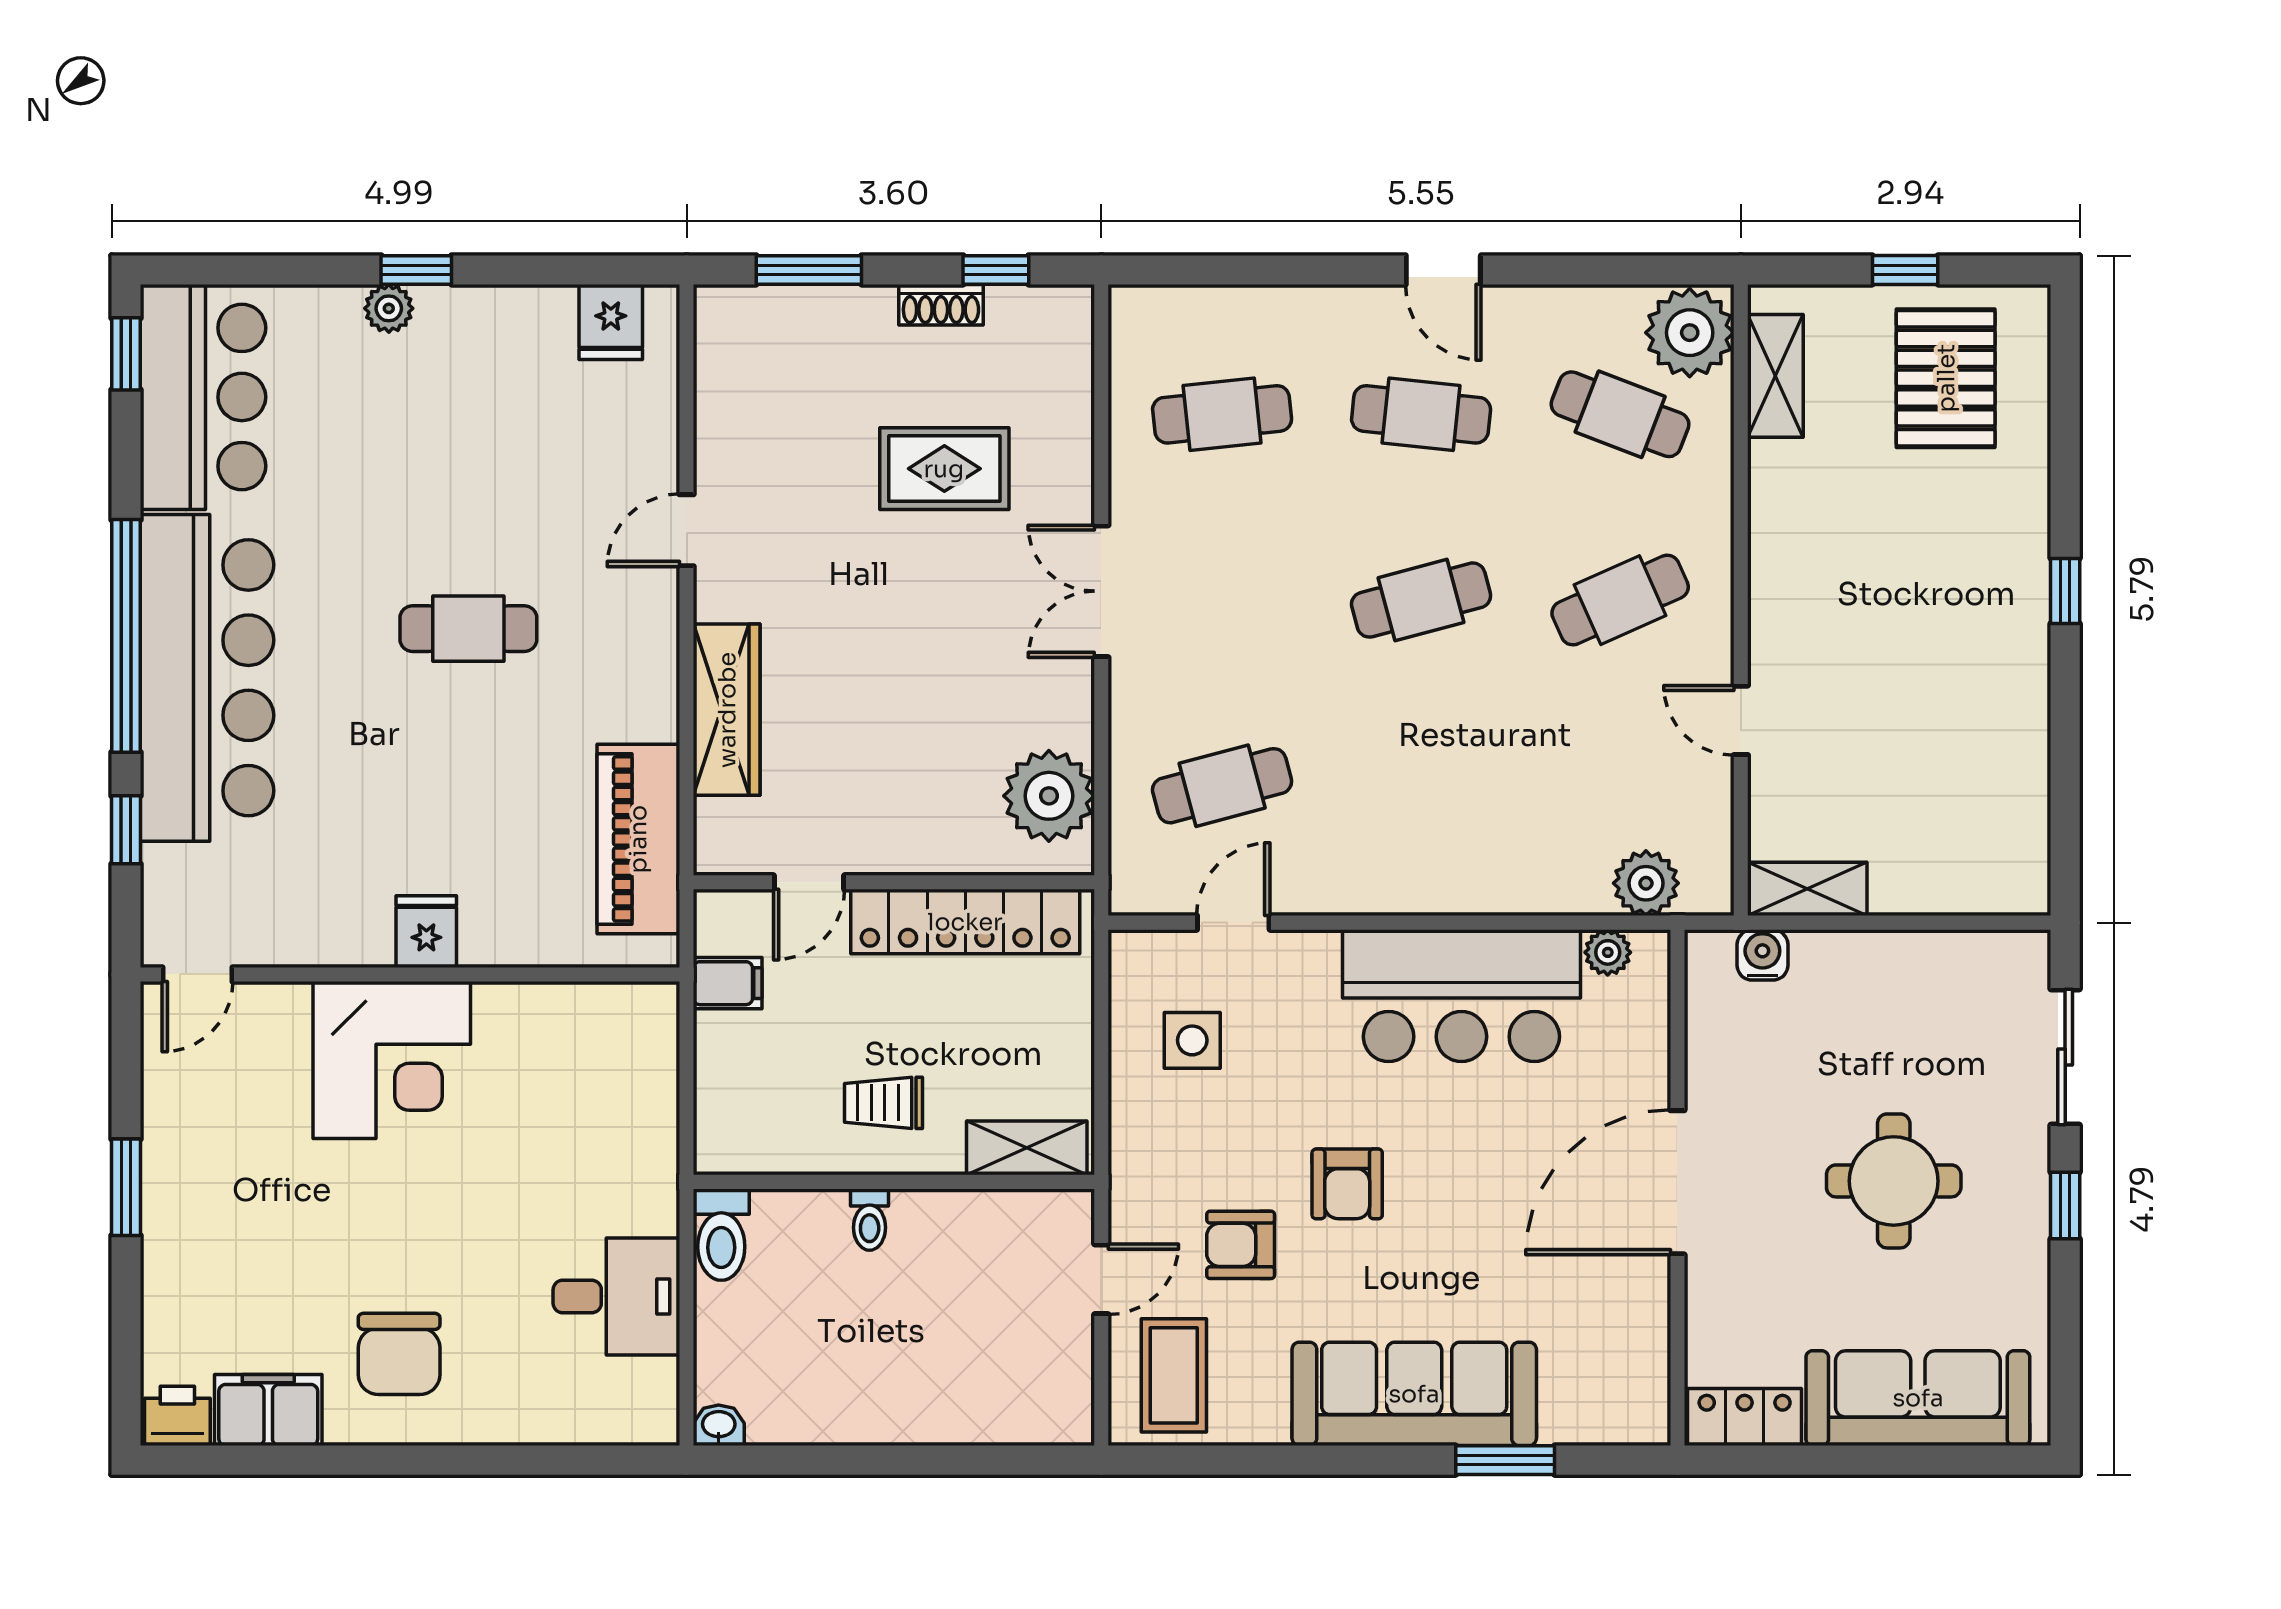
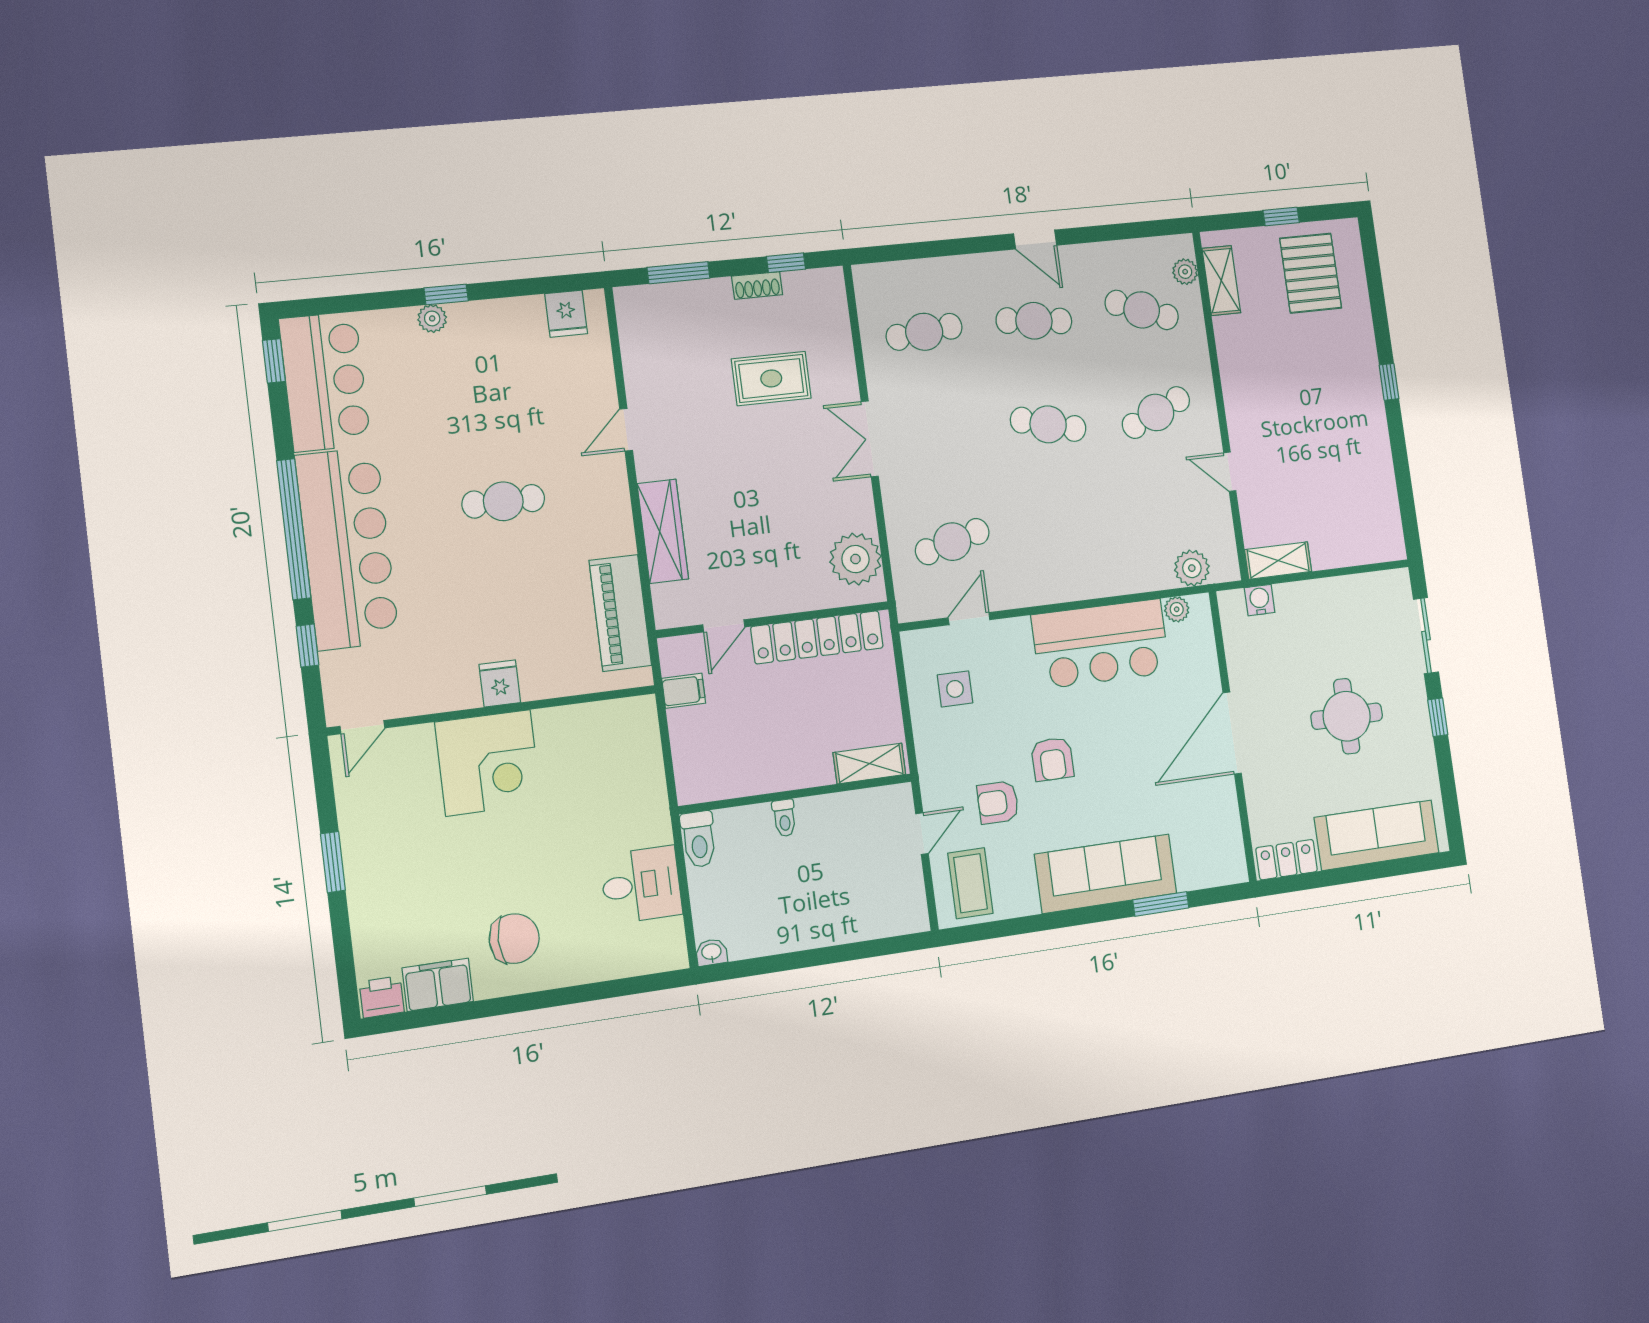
plant: (1690, 333) -> (1185, 272), width x0.53, depth x0.53
cafe table: (1421, 600) -> (1048, 424), turned 30
trolley: (883, 1103) -> (784, 749), removed
chair: (399, 1354) -> (514, 939), turned -90

